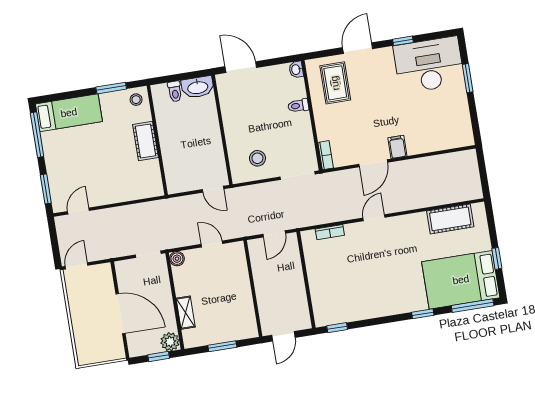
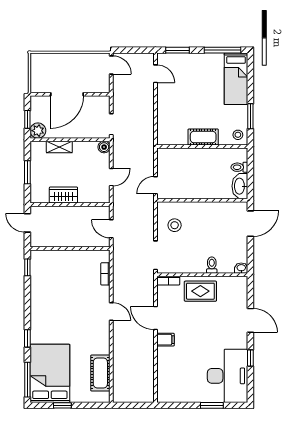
rug: (335, 83) -> (200, 291), moved
wardrobe: (243, 298) -> (63, 195), added

